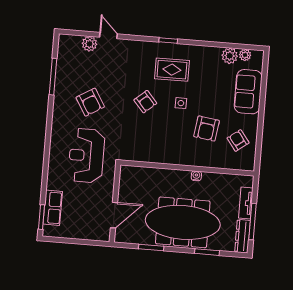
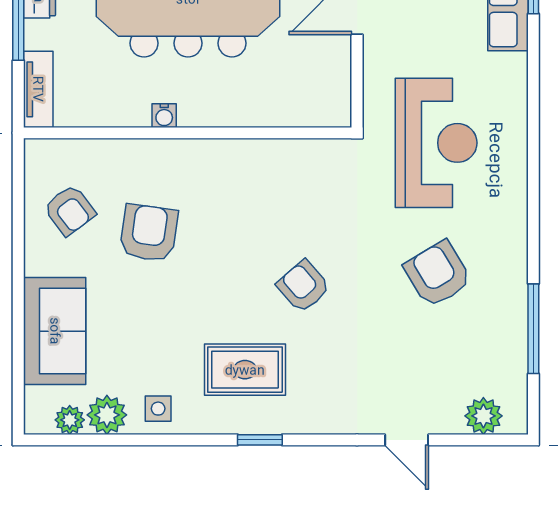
plant: (89, 44) -> (483, 416), moved
side table: (181, 103) -> (158, 409), moved
tv unit: (246, 203) -> (38, 89), moved

